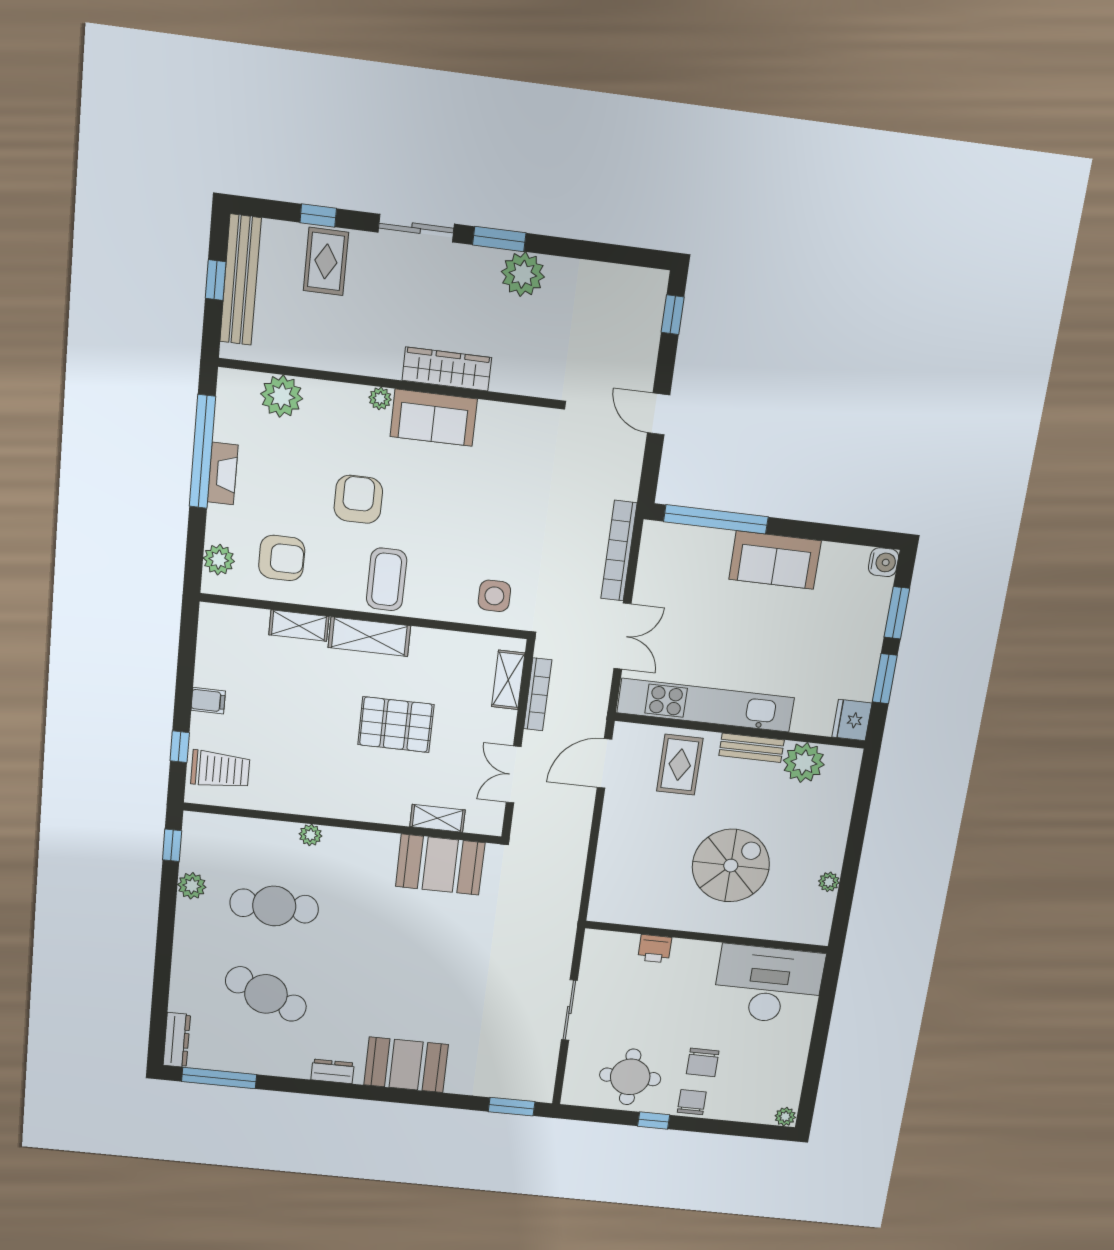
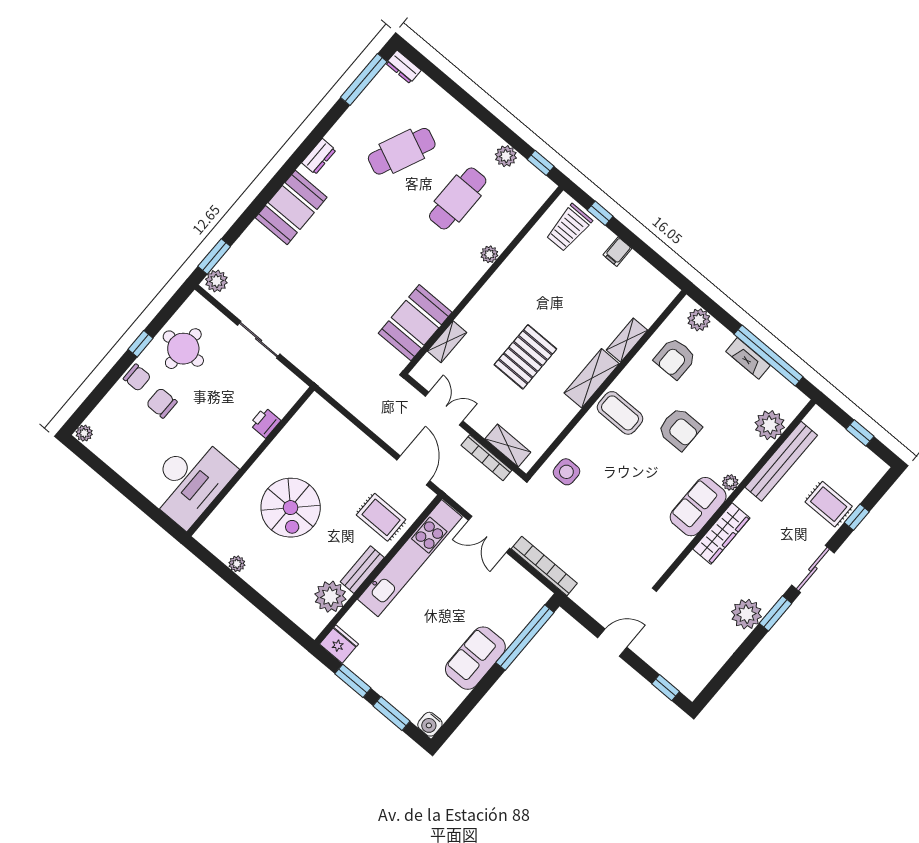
bench: (241, 280) -> (781, 461), moved, turned 90
dresser: (177, 1040) -> (403, 67), width x0.70
plant: (536, 1089) -> (216, 281), added

